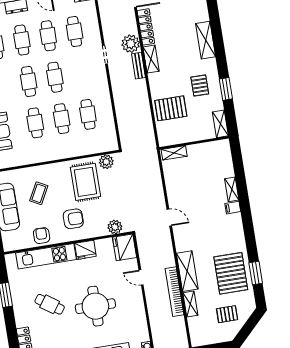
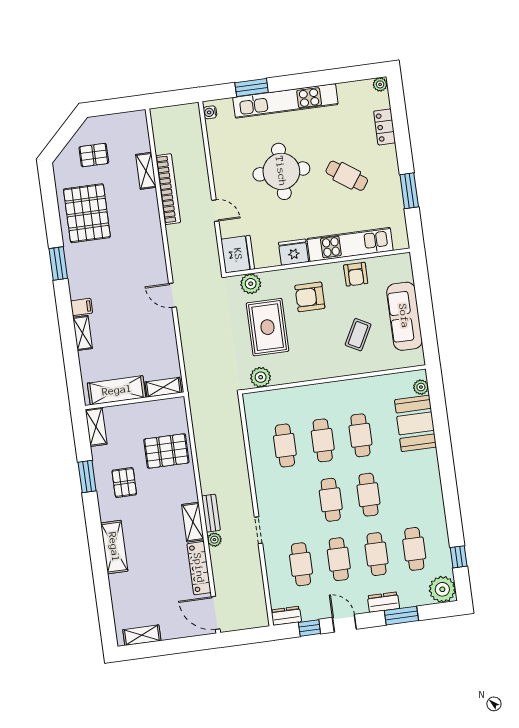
plant: (131, 44) -> (214, 540), width x0.53, depth x0.53
rug: (85, 182) -> (268, 327), moved
shelving: (187, 271) -> (117, 390), moved, turned 90
window: (256, 273) -> (58, 263), moved

